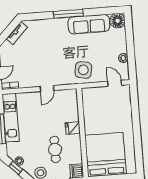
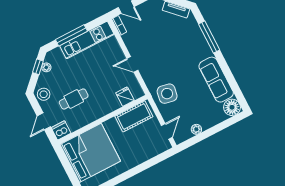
window: (68, 14) -> (209, 37), moved
cot: (91, 105) -> (134, 116), added
fridge: (73, 128) -> (125, 97), moved

